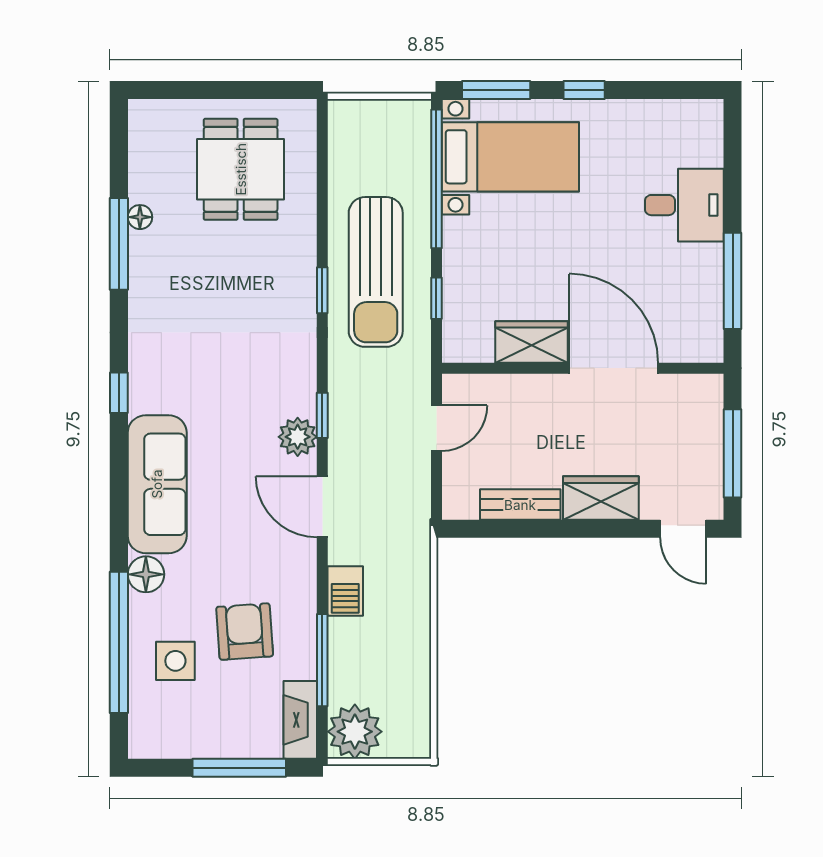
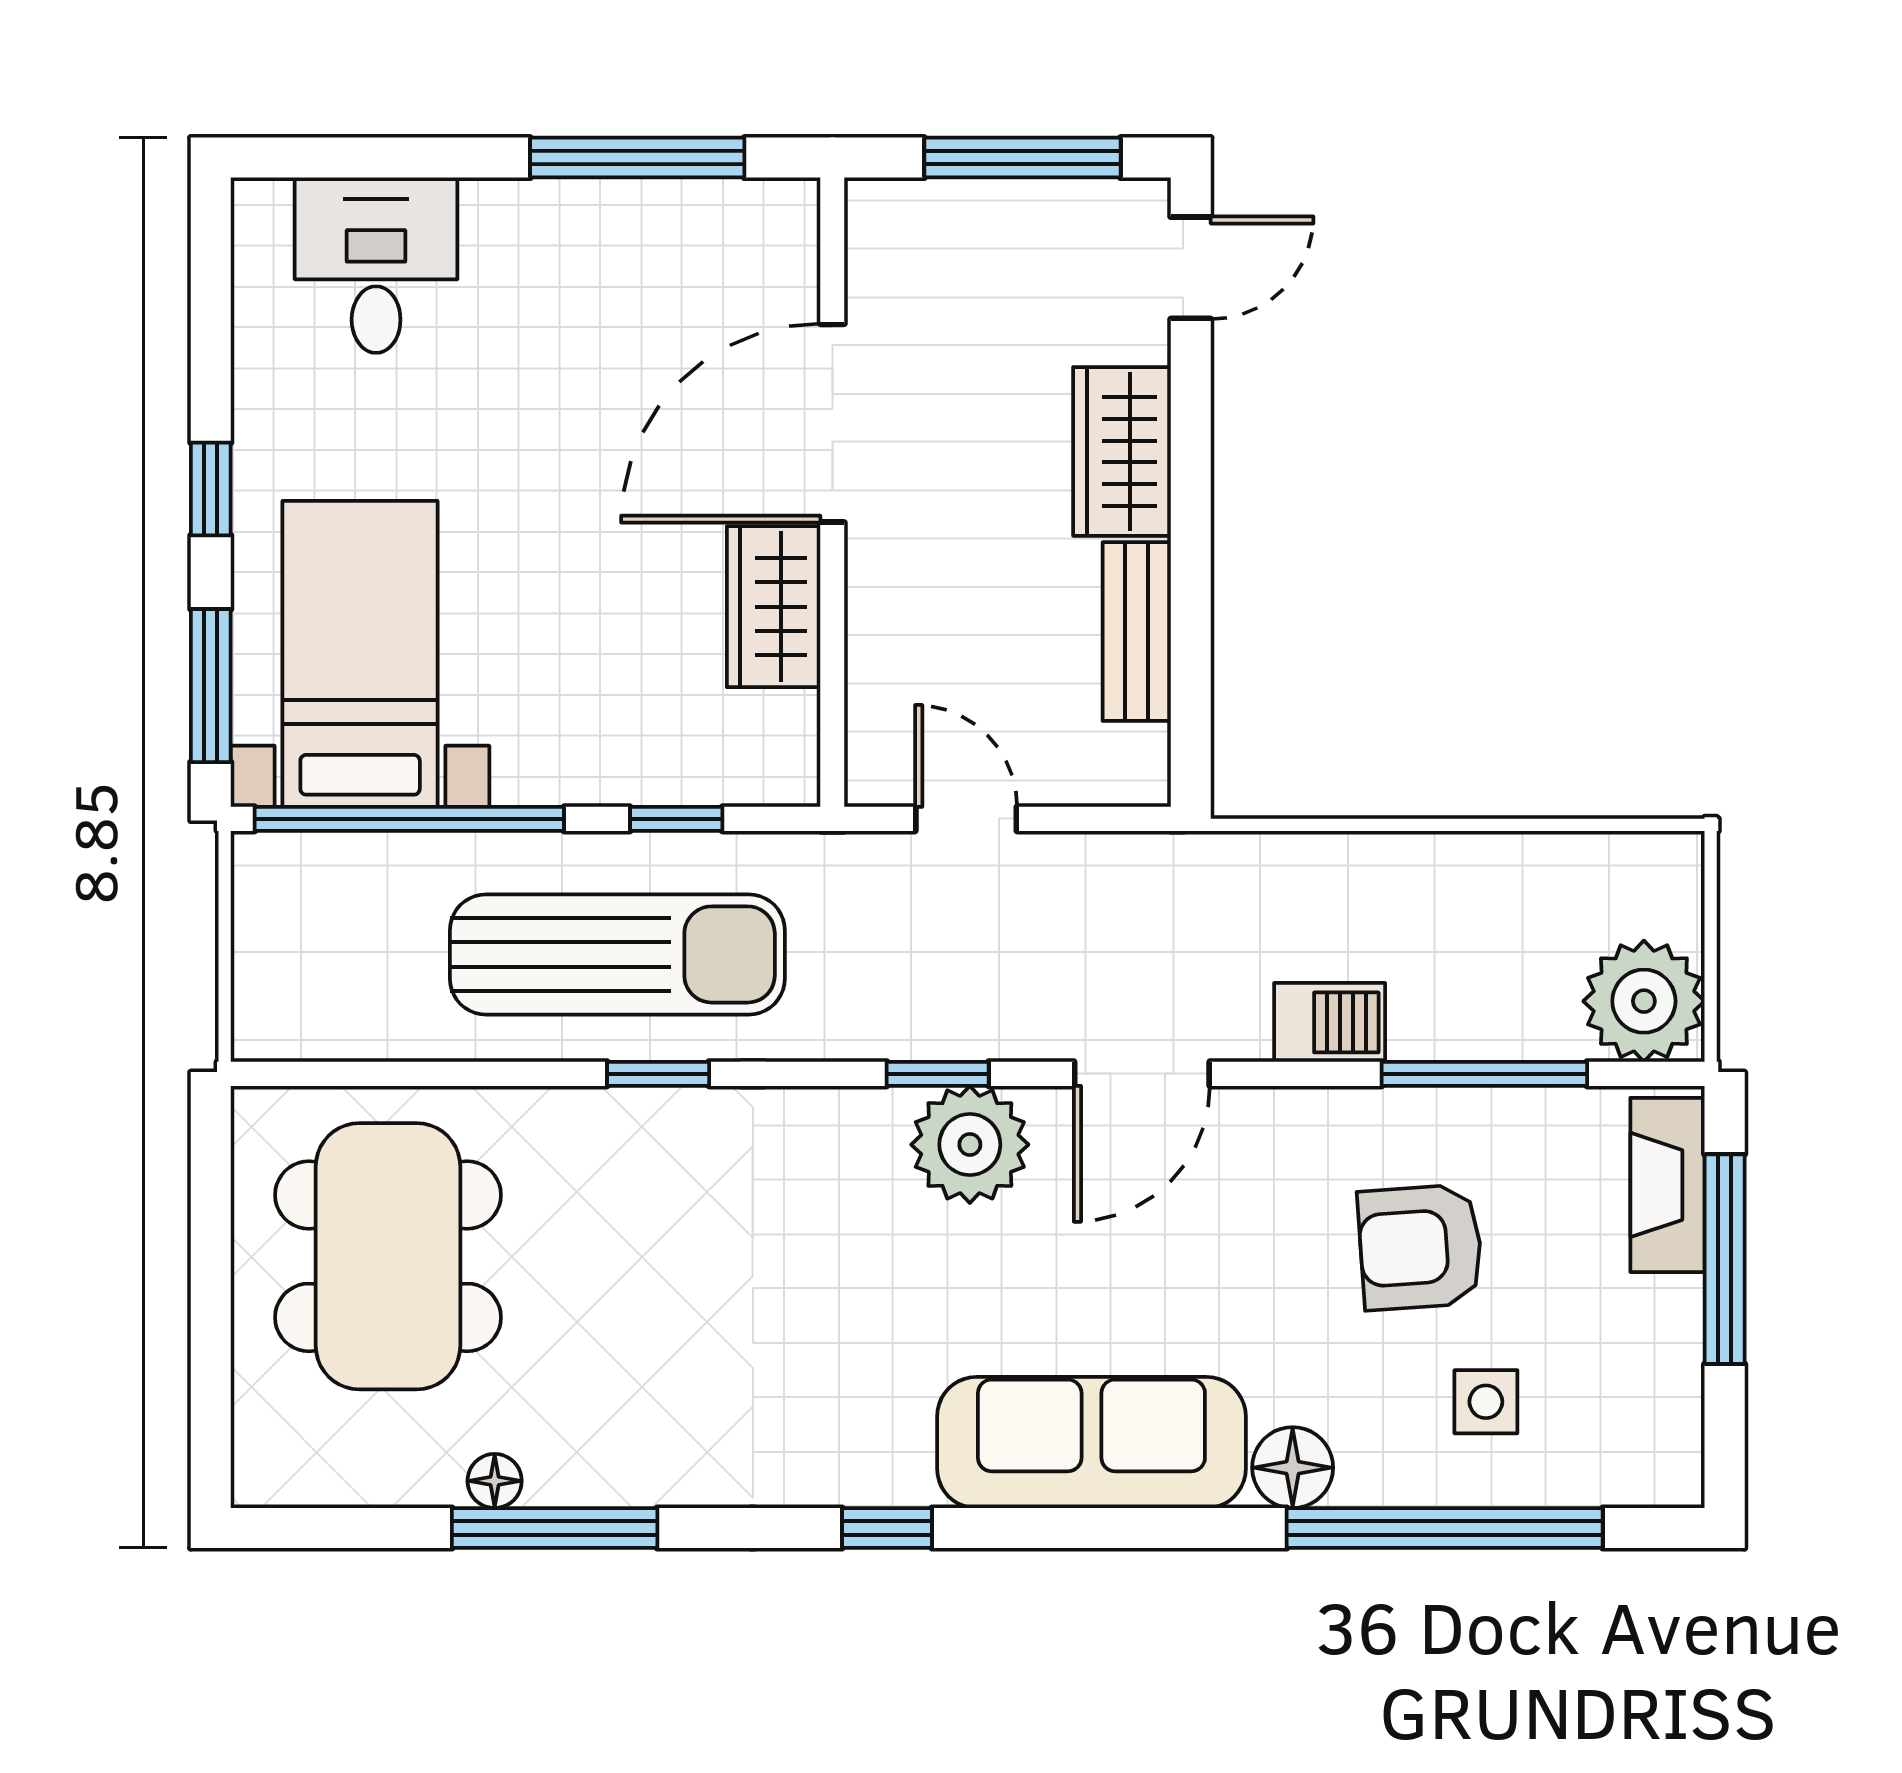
dining table: (241, 169) -> (388, 1256), width x1.38
desk: (684, 205) -> (376, 265), moved
plant: (298, 437) -> (970, 1145), width x1.36, depth x1.36
side table: (175, 661) -> (1486, 1402), width x0.73, depth x0.73
fireplace: (300, 720) -> (1667, 1185), moved, turned 90

